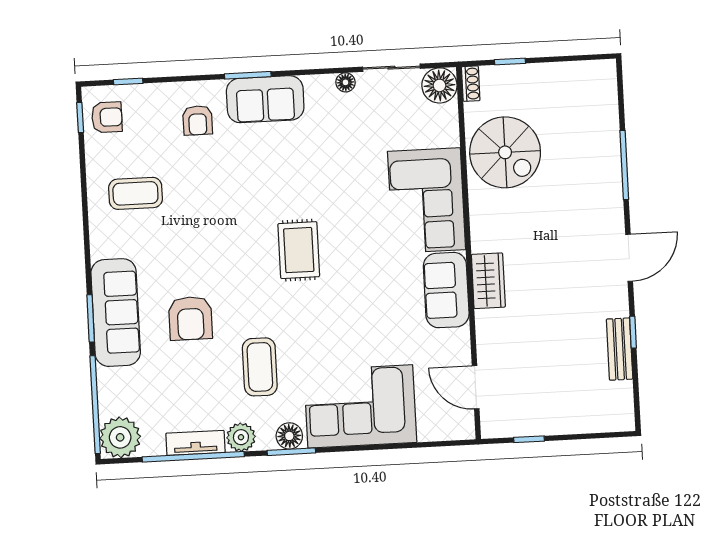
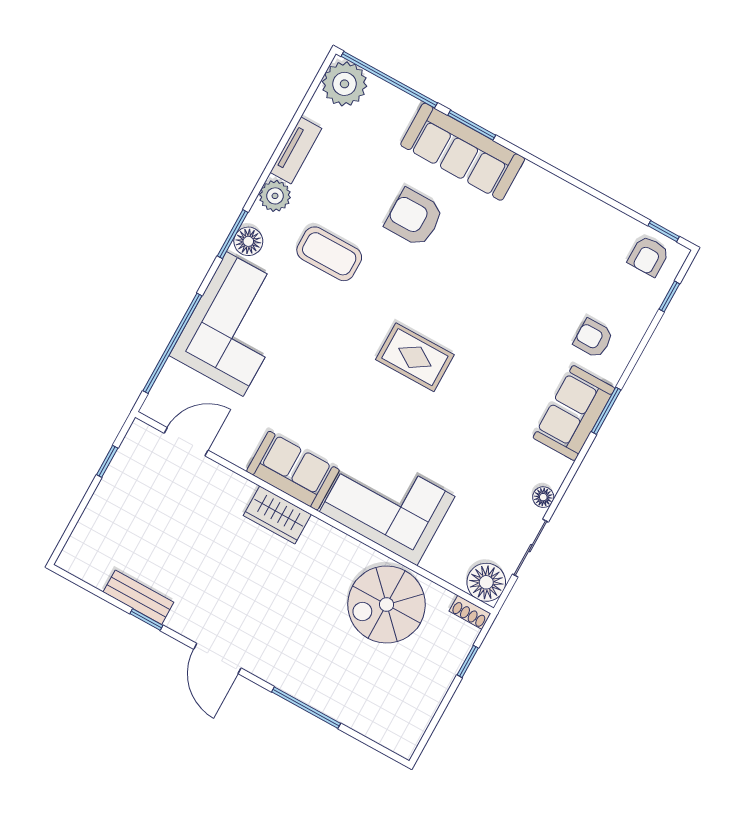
coffee table: (135, 193) -> (561, 239), removed
window: (193, 457) -> (172, 343), moved

